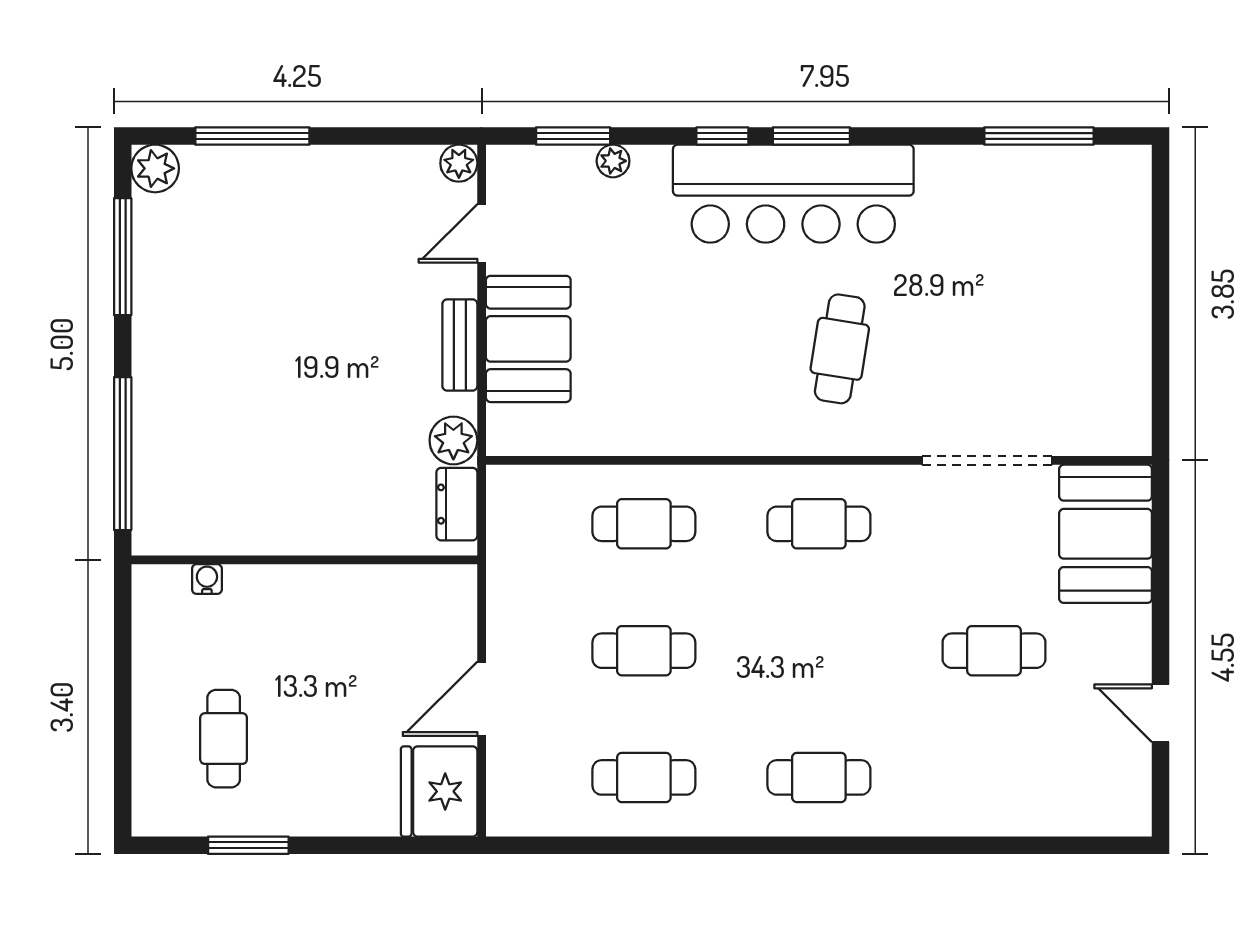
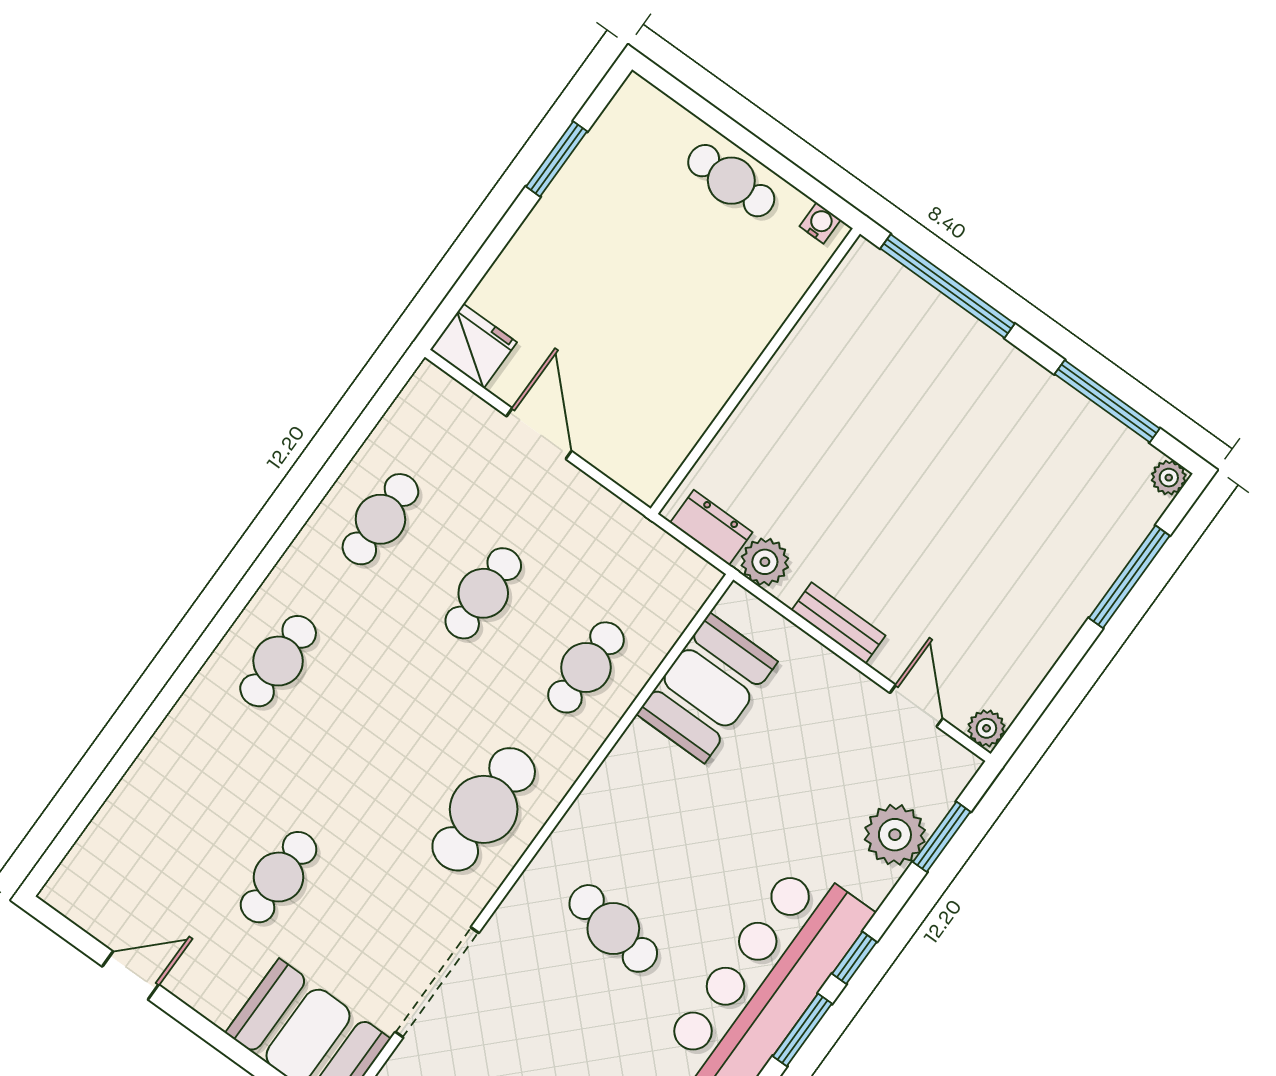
plant: (613, 161) -> (895, 835), width x1.88, depth x1.88
plant: (155, 168) -> (1169, 478), width x0.73, depth x0.73
booth: (528, 339) -> (707, 688), moved, turned 90
cafe table: (819, 524) -> (484, 809), width x1.37, depth x1.35
water cooler: (207, 579) -> (820, 223), moved, turned -90
cafe table: (224, 739) -> (731, 181), moved
fridge: (439, 791) -> (473, 346), width x0.73, depth x0.75

